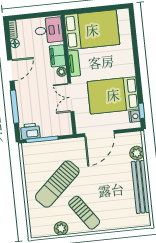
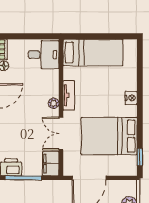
bed: (92, 30) -> (93, 52), width x0.67
filing cabinet: (58, 56) -> (51, 164), moved
nightstand: (134, 116) -> (131, 98), moved

